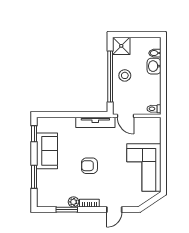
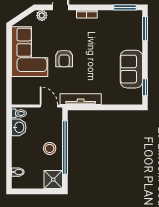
washbasin: (154, 66) -> (19, 127), moved
armchair: (89, 166) -> (64, 59), moved, turned 90
window: (34, 177) -> (145, 29), moved
plant: (73, 202) -> (42, 15), moved
window: (67, 210) -> (125, 7), moved

